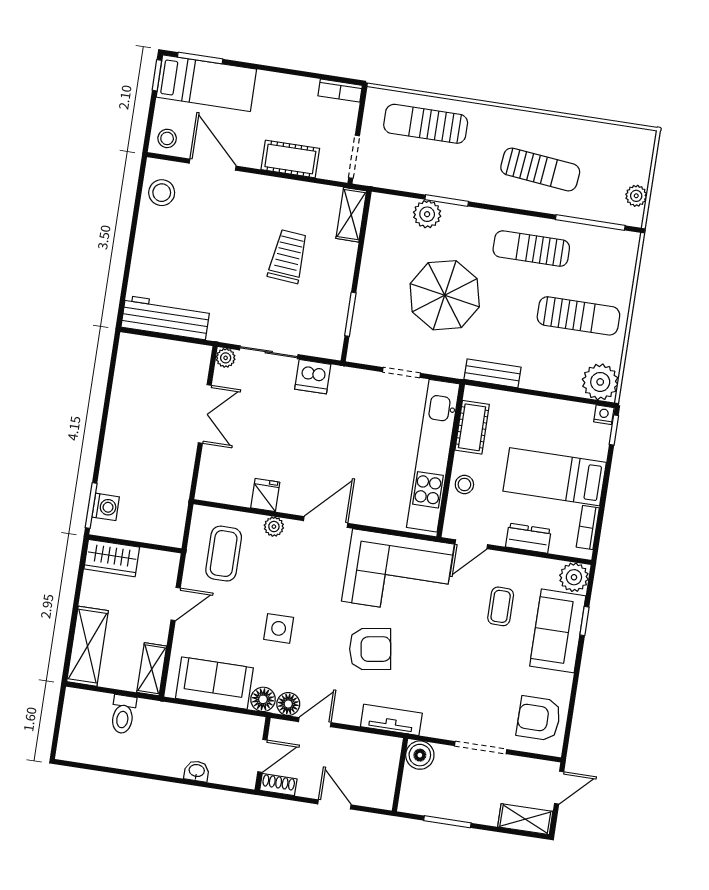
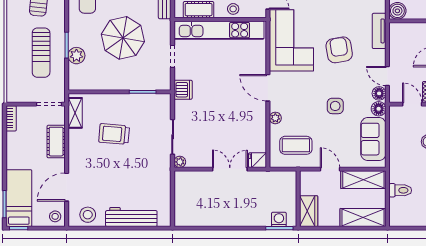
sun lounger: (426, 124) -> (41, 53), moved
shelving: (351, 215) -> (75, 113), moved, turned 90
workbench: (166, 318) -> (131, 217), moved, turned 90
dishwasher: (313, 377) -> (183, 90), moved
double door: (205, 414) -> (230, 169), moved
fridge: (265, 495) -> (257, 160), moved
shelving: (152, 669) -> (363, 180), width x1.50, depth x1.33

